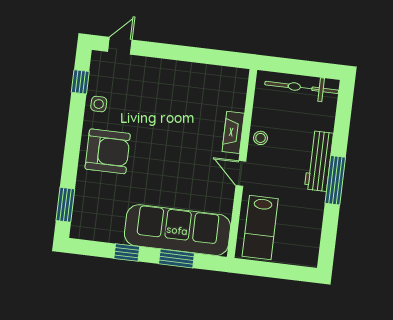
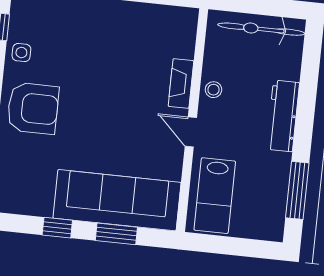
window: (335, 180) -> (297, 190), moved

